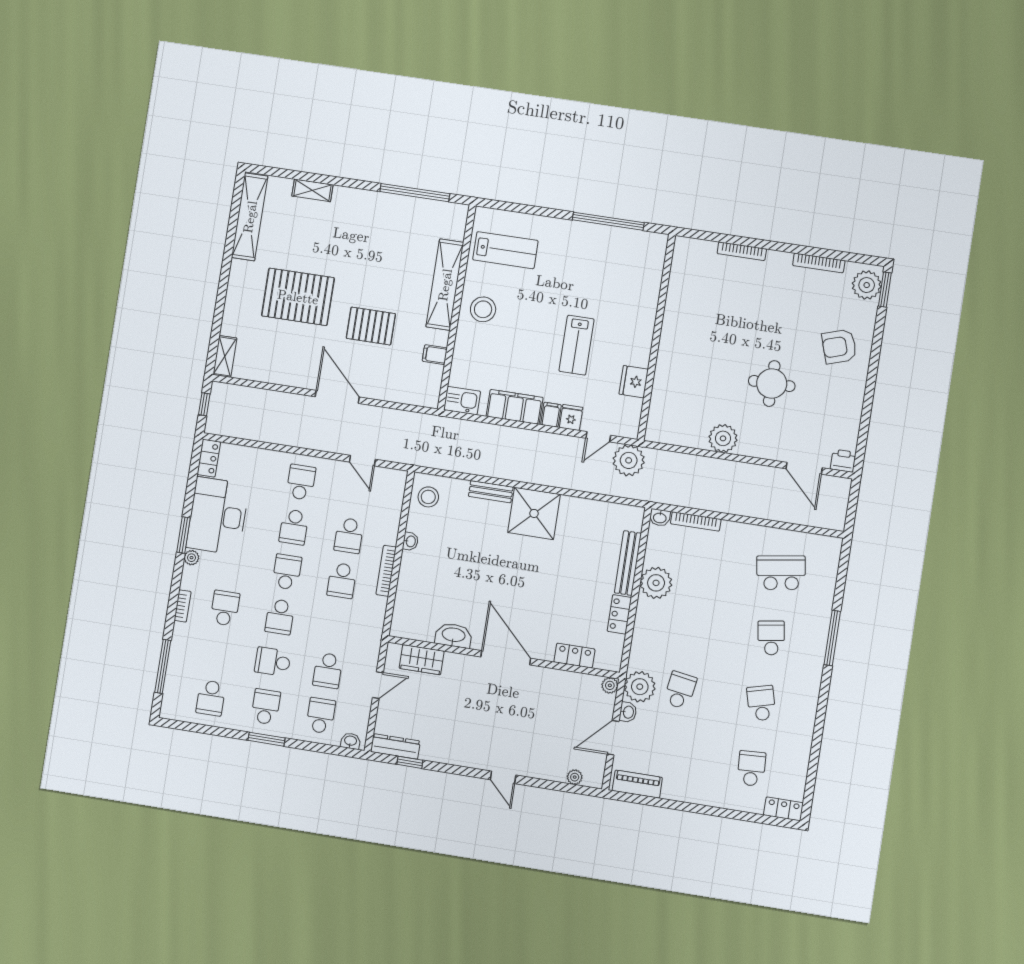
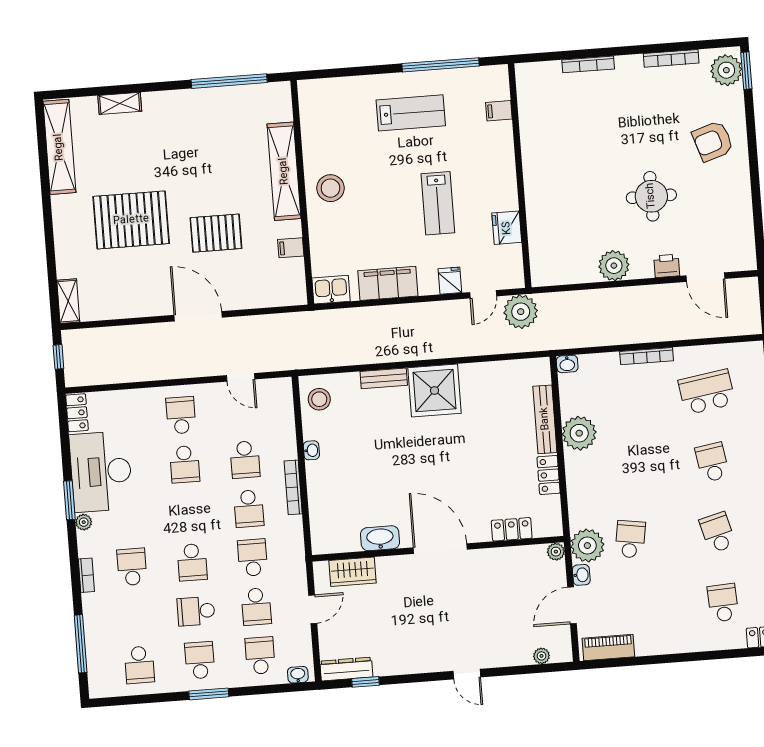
lab bench: (505, 250) -> (411, 113), moved
filing cabinet: (551, 415) -> (499, 111), moved, turned -90
printer: (843, 461) -> (667, 266), moved
bookcase: (696, 521) -> (647, 356), moved
school desk: (287, 572) -> (253, 558), moved

